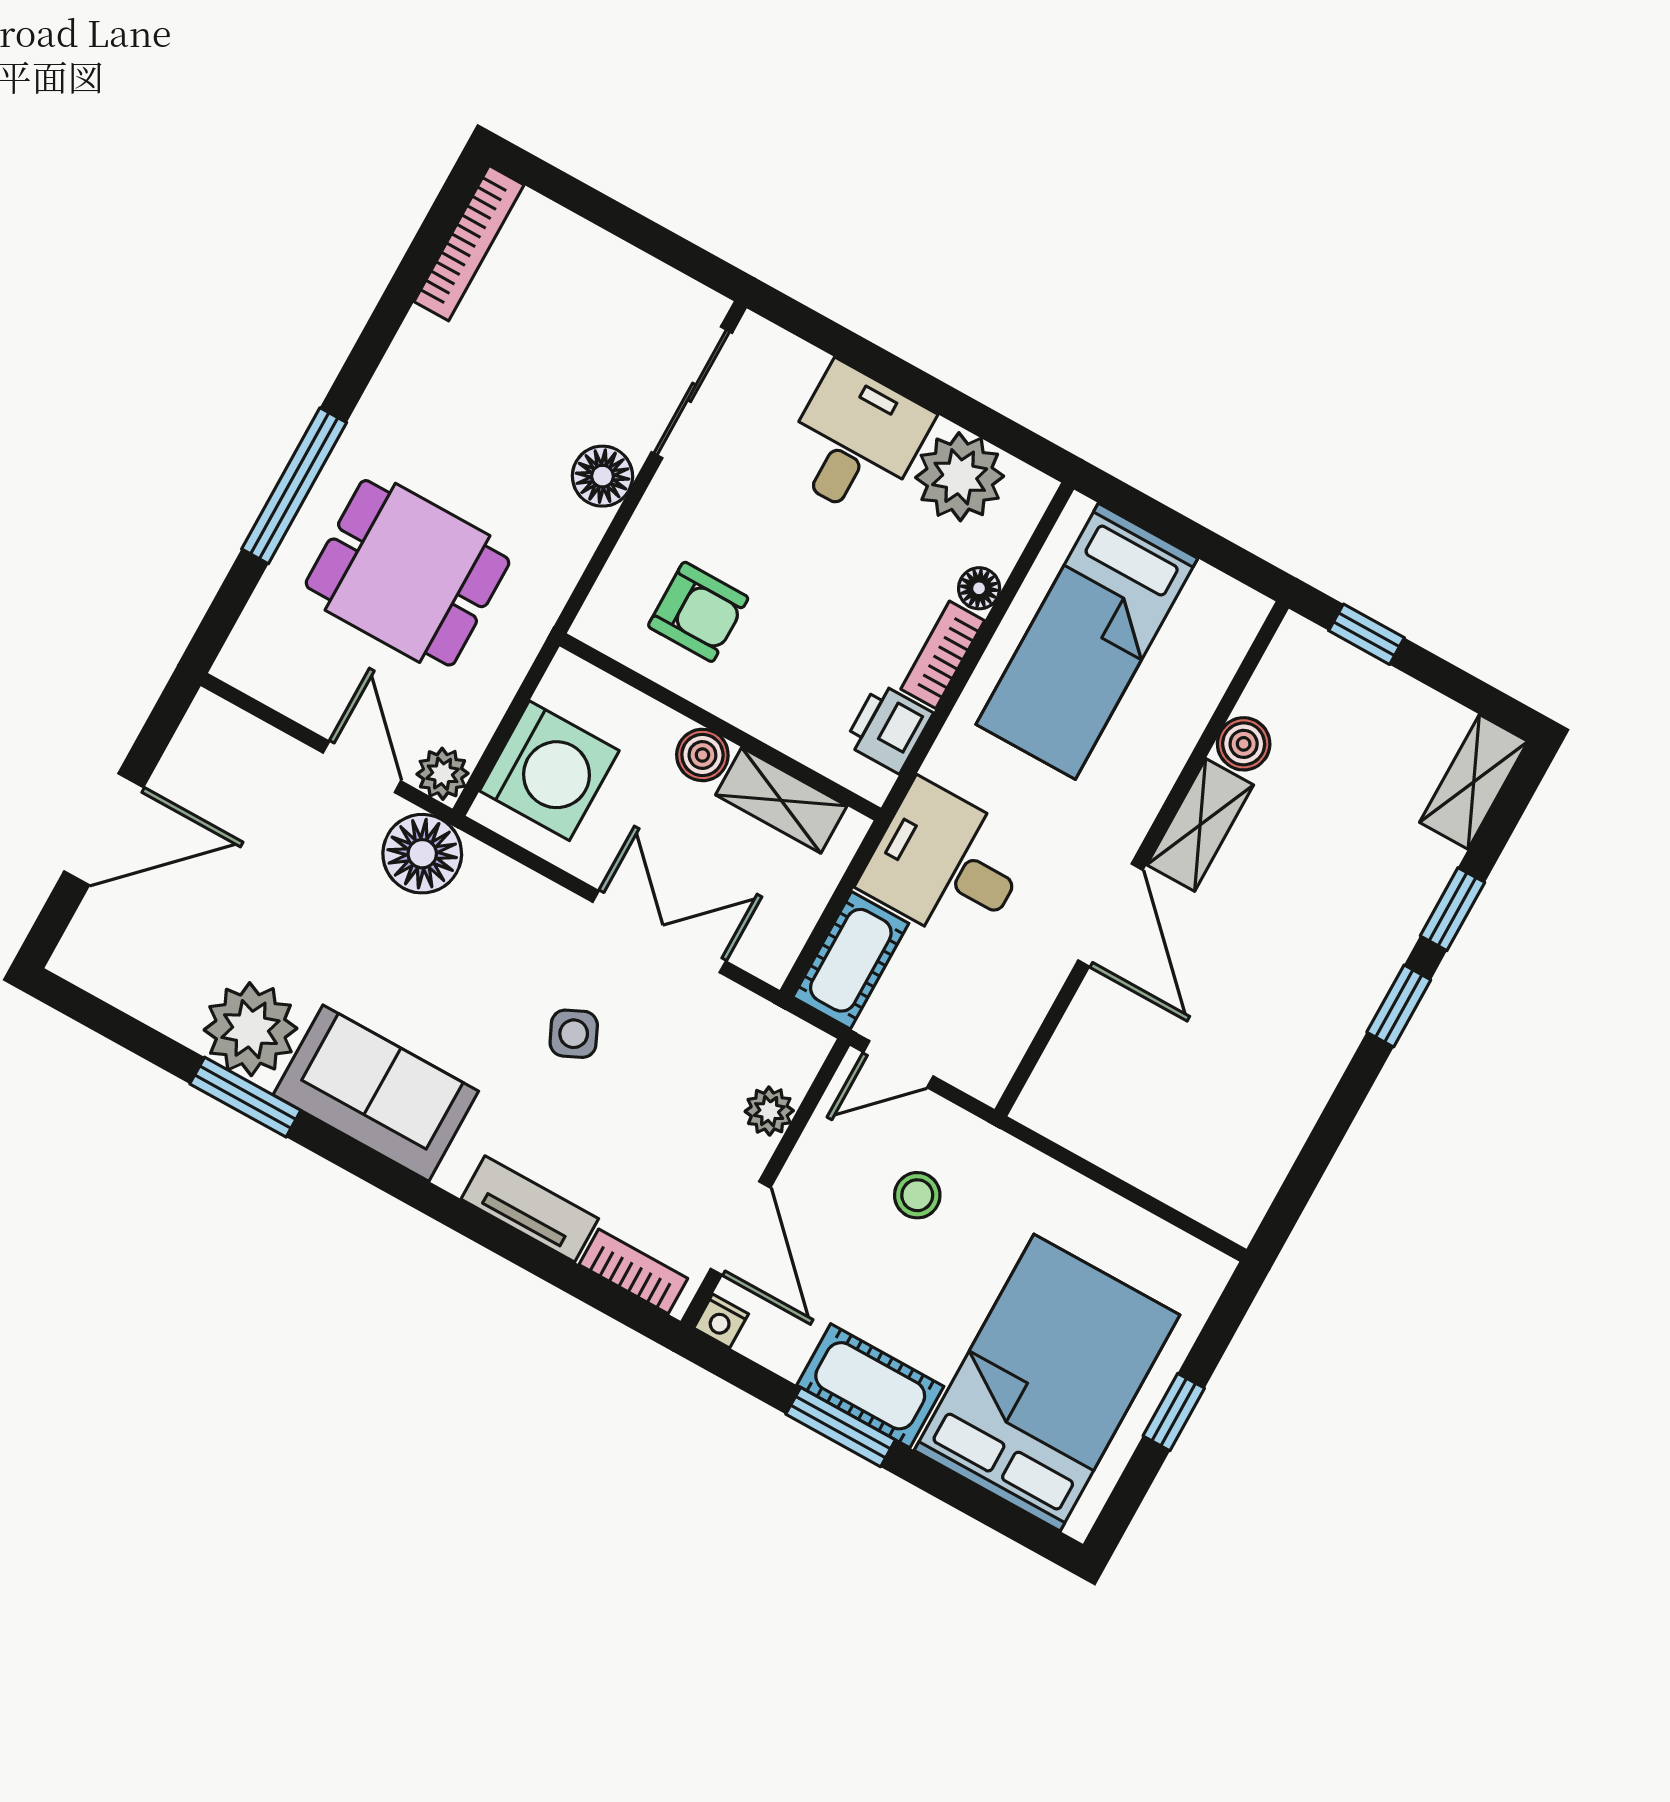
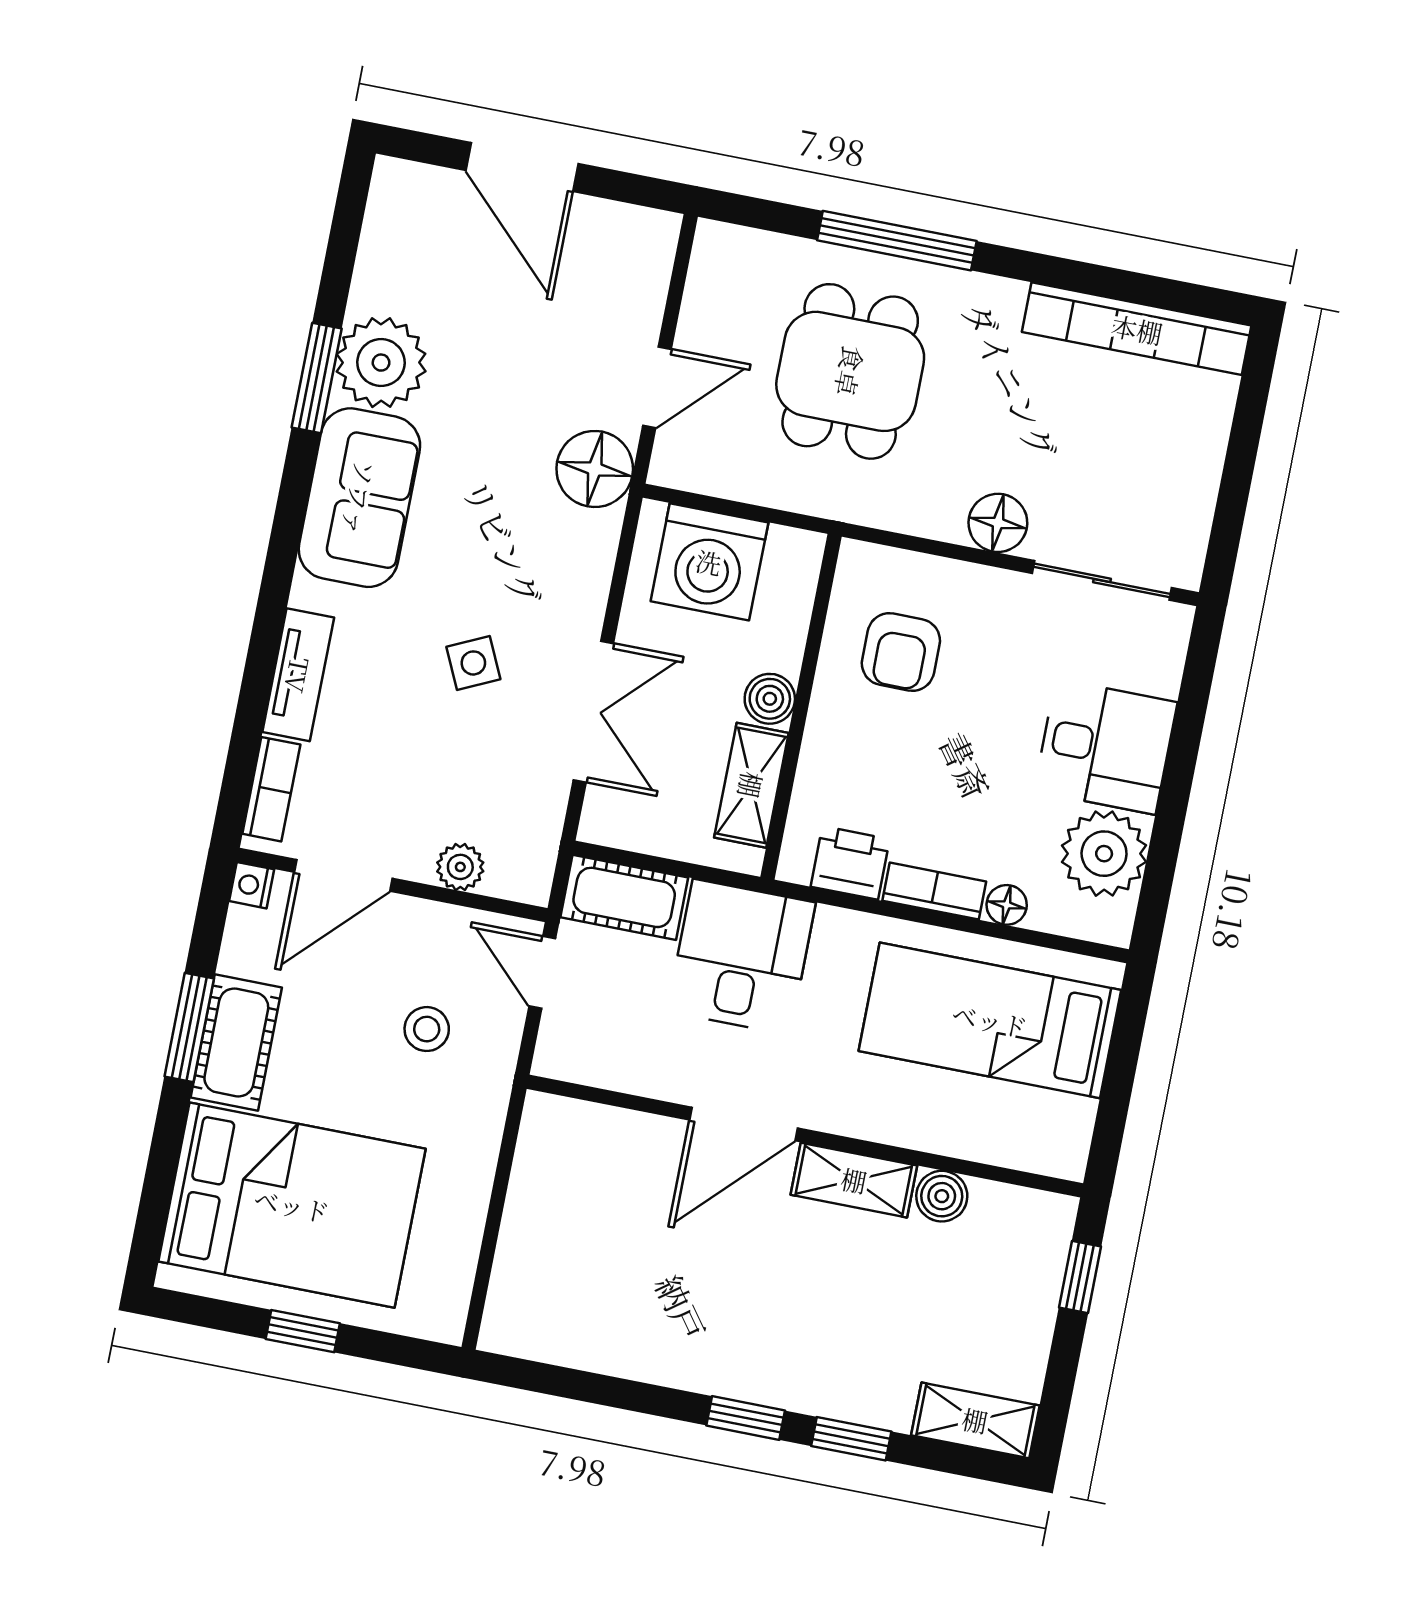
bookcase: (469, 243) -> (1137, 329), width x1.48, depth x1.31
plant: (443, 774) -> (675, 464), removed

